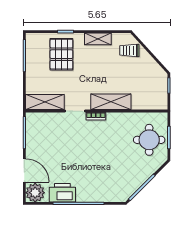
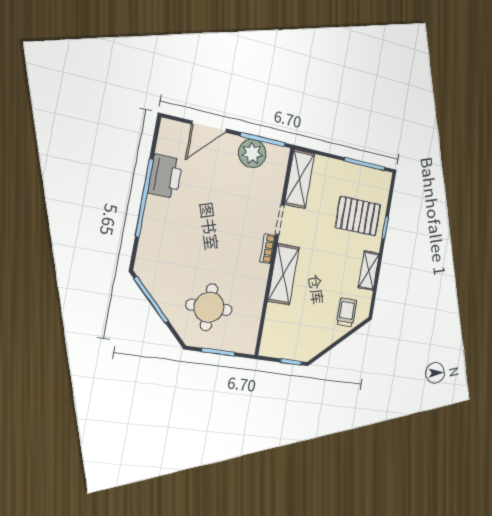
round table: (149, 140) -> (209, 307), moved
plant: (35, 193) -> (252, 153), moved

